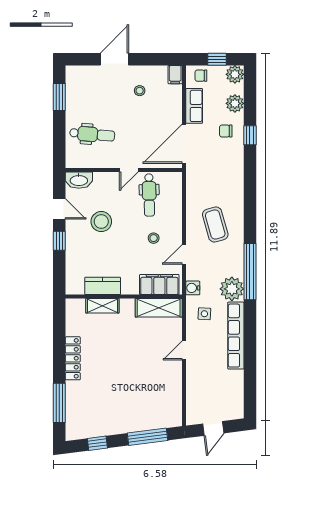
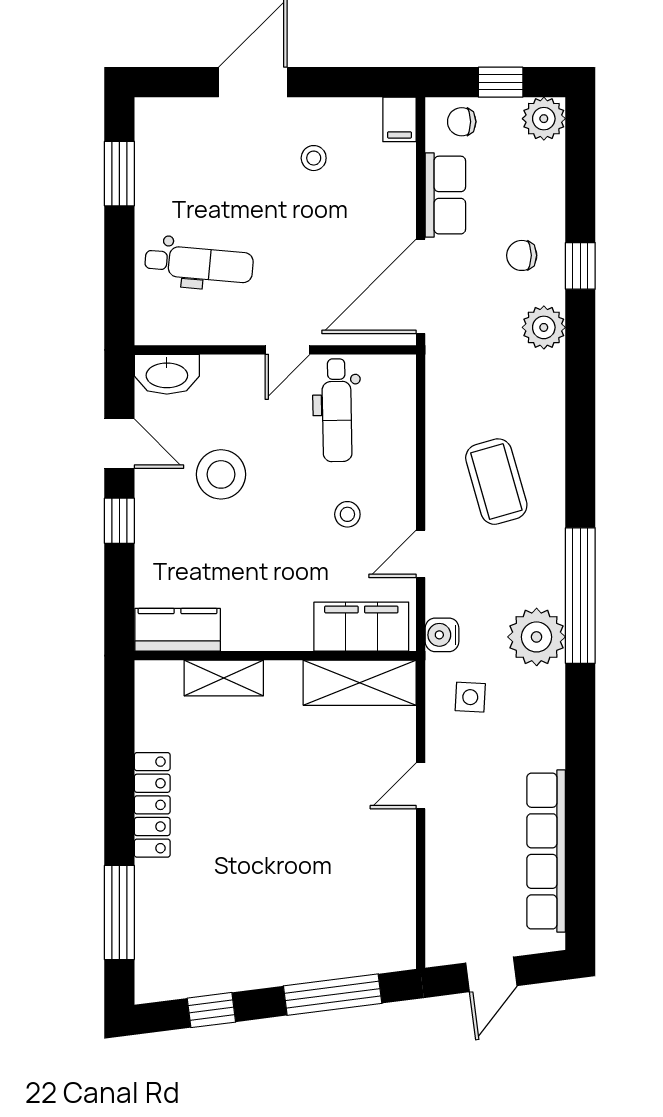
plant: (235, 103) -> (544, 327), moved
kitchen counter: (103, 286) -> (178, 630), moved
row of seats: (236, 336) -> (546, 851), moved

